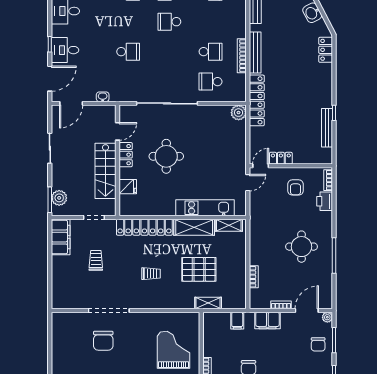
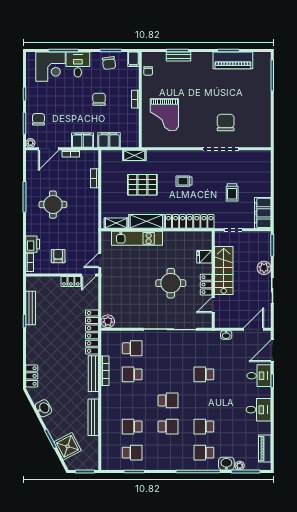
plant: (59, 198) -> (264, 268), moved
filing cabinet: (237, 321) -> (109, 140), width x2.00

